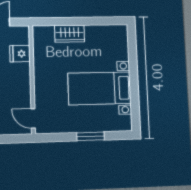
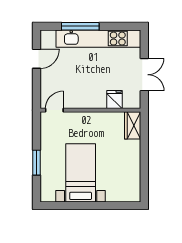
wardrobe: (70, 34) -> (133, 125), moved

